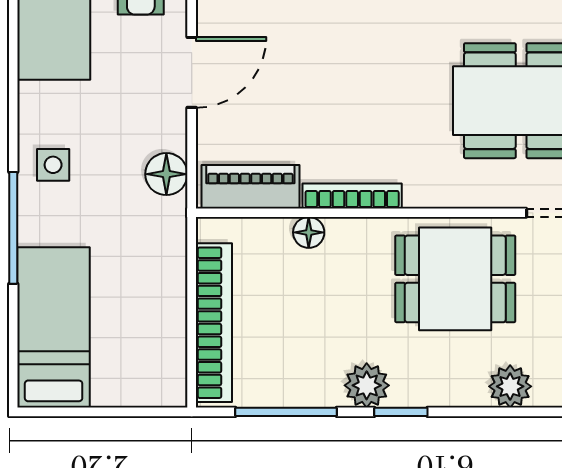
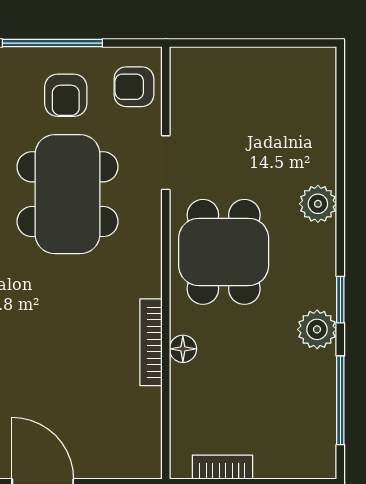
piano: (250, 187) -> (143, 431), removed
floor lamp: (309, 232) -> (183, 349), moved
bookcase: (214, 323) -> (222, 467), width x0.43, depth x0.76

